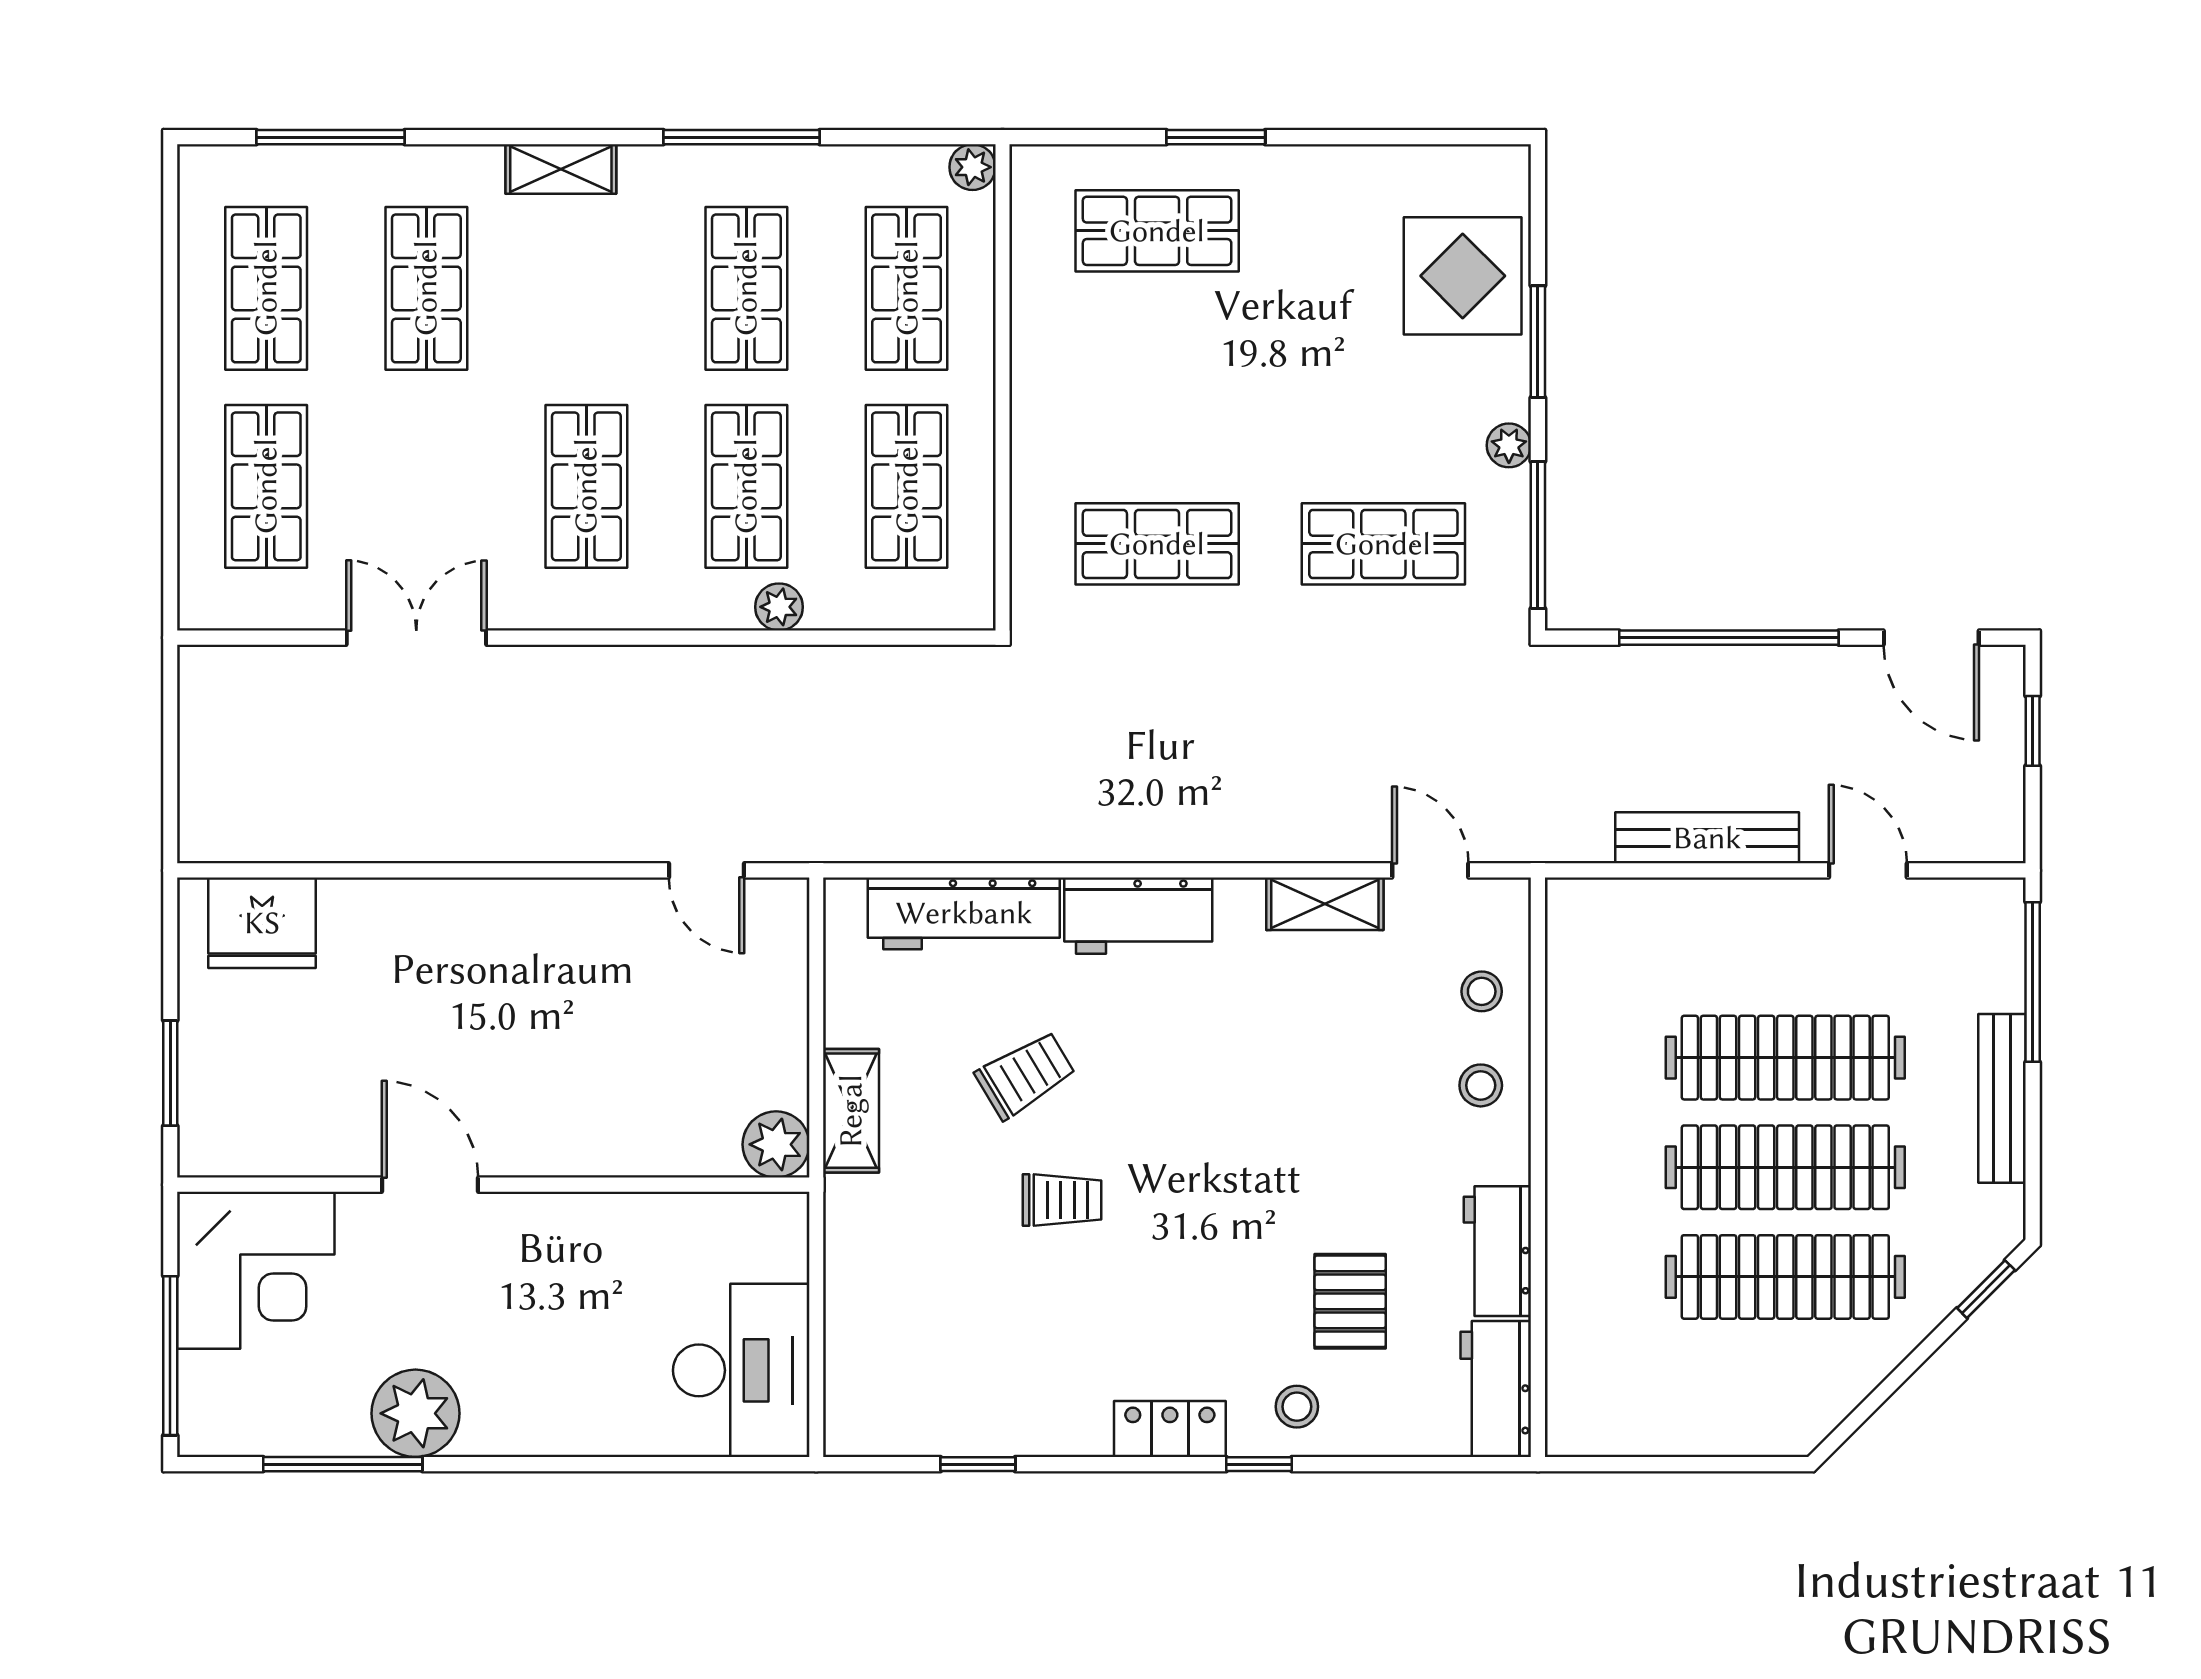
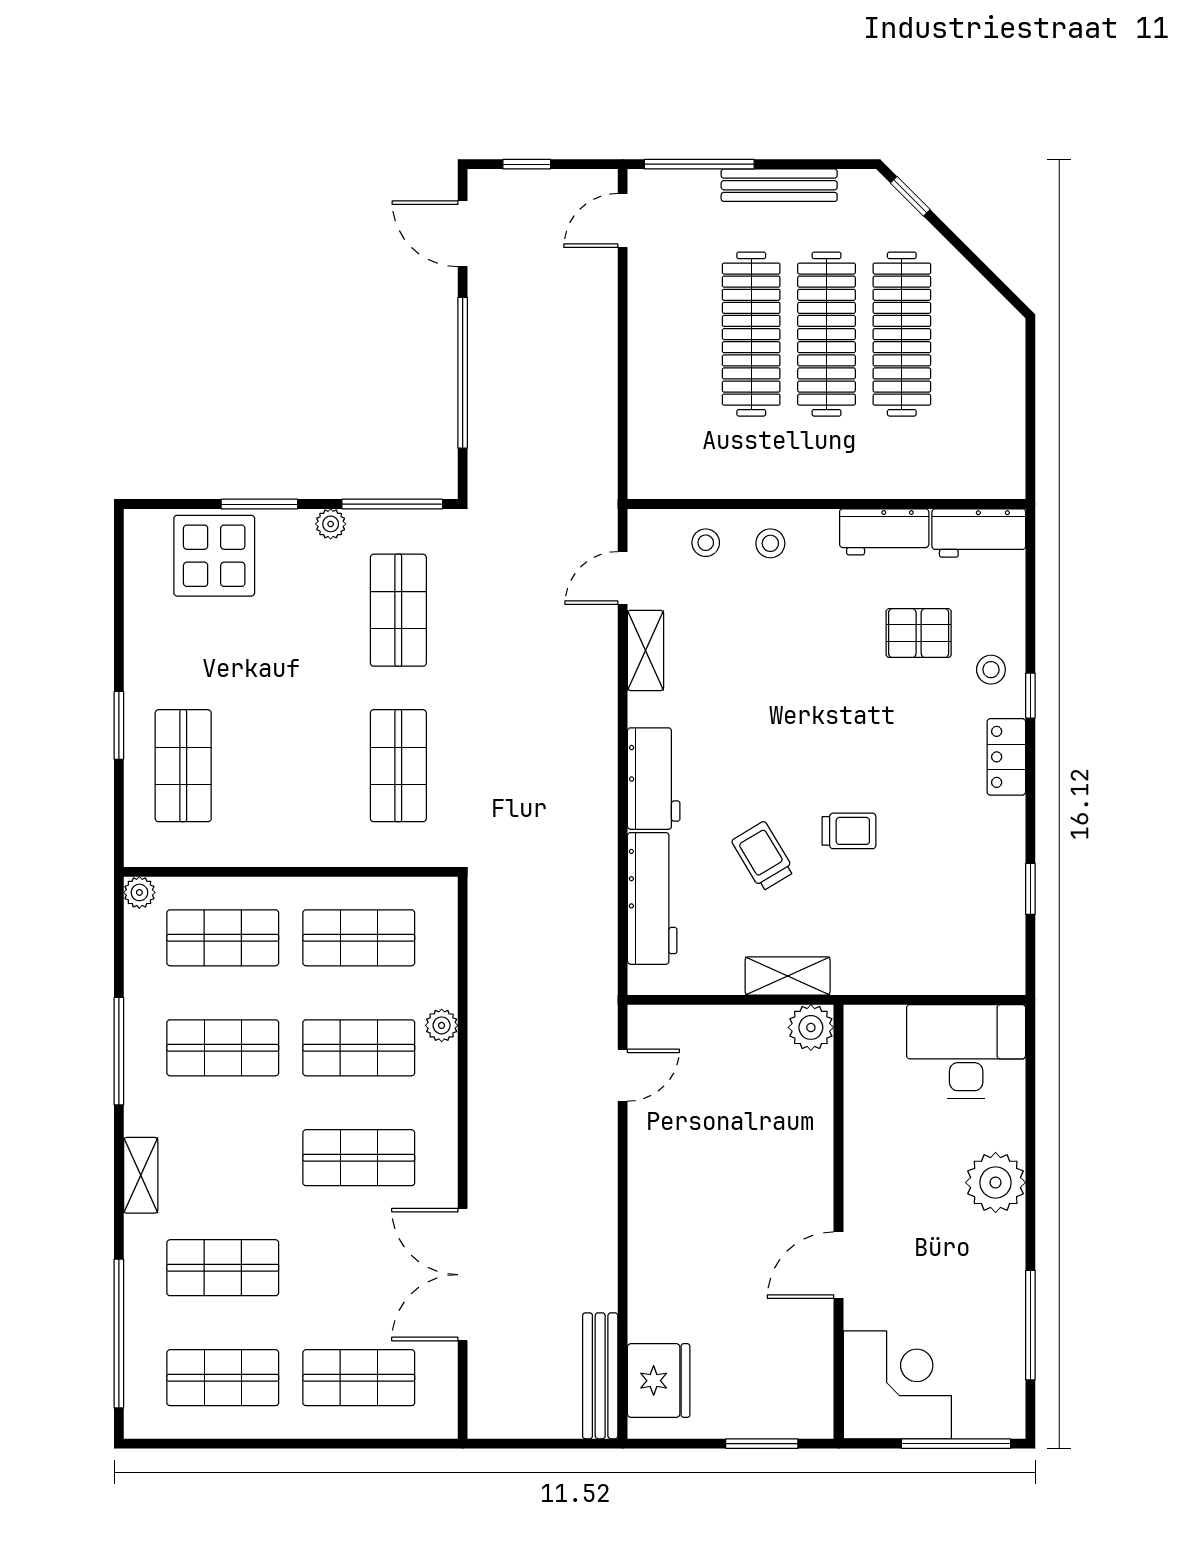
window: (331, 137) -> (119, 1334), width x1.46
double door: (416, 638) -> (463, 1275), width x1.37
door: (1931, 638) -> (463, 234), swing flipped
bench: (1707, 838) -> (600, 1376), moved
door: (1868, 870) -> (623, 220), moved
trolley: (1062, 1200) -> (849, 831), turned 90
plant: (415, 1413) -> (996, 1182), moved

